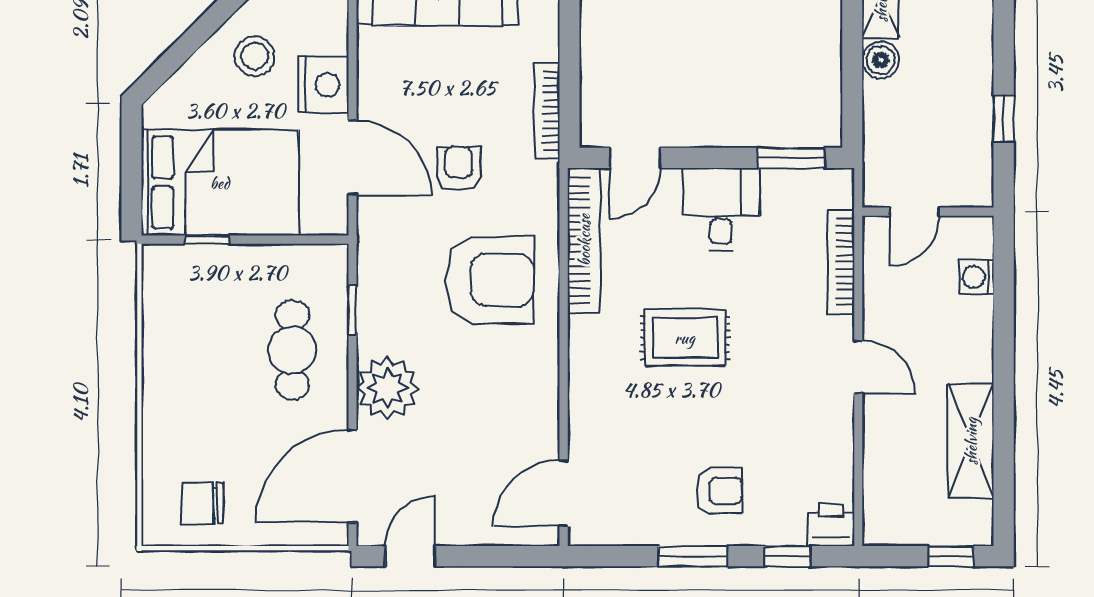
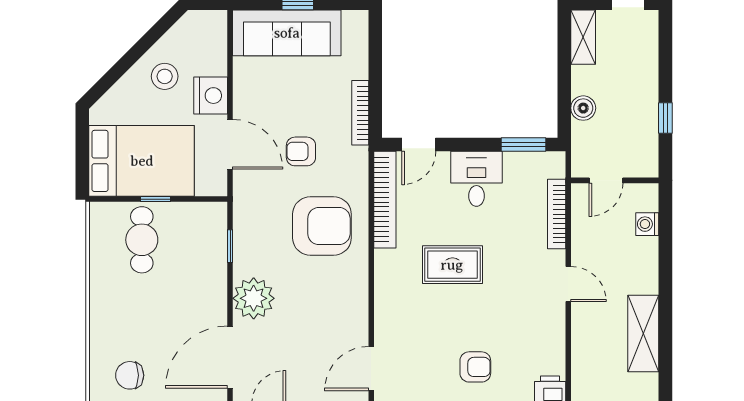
boiler: (881, 60) -> (583, 108), moved
armchair: (459, 168) -> (301, 151), turned -90
window: (207, 240) -> (156, 199), moved
cafe table: (292, 350) -> (142, 240), moved

